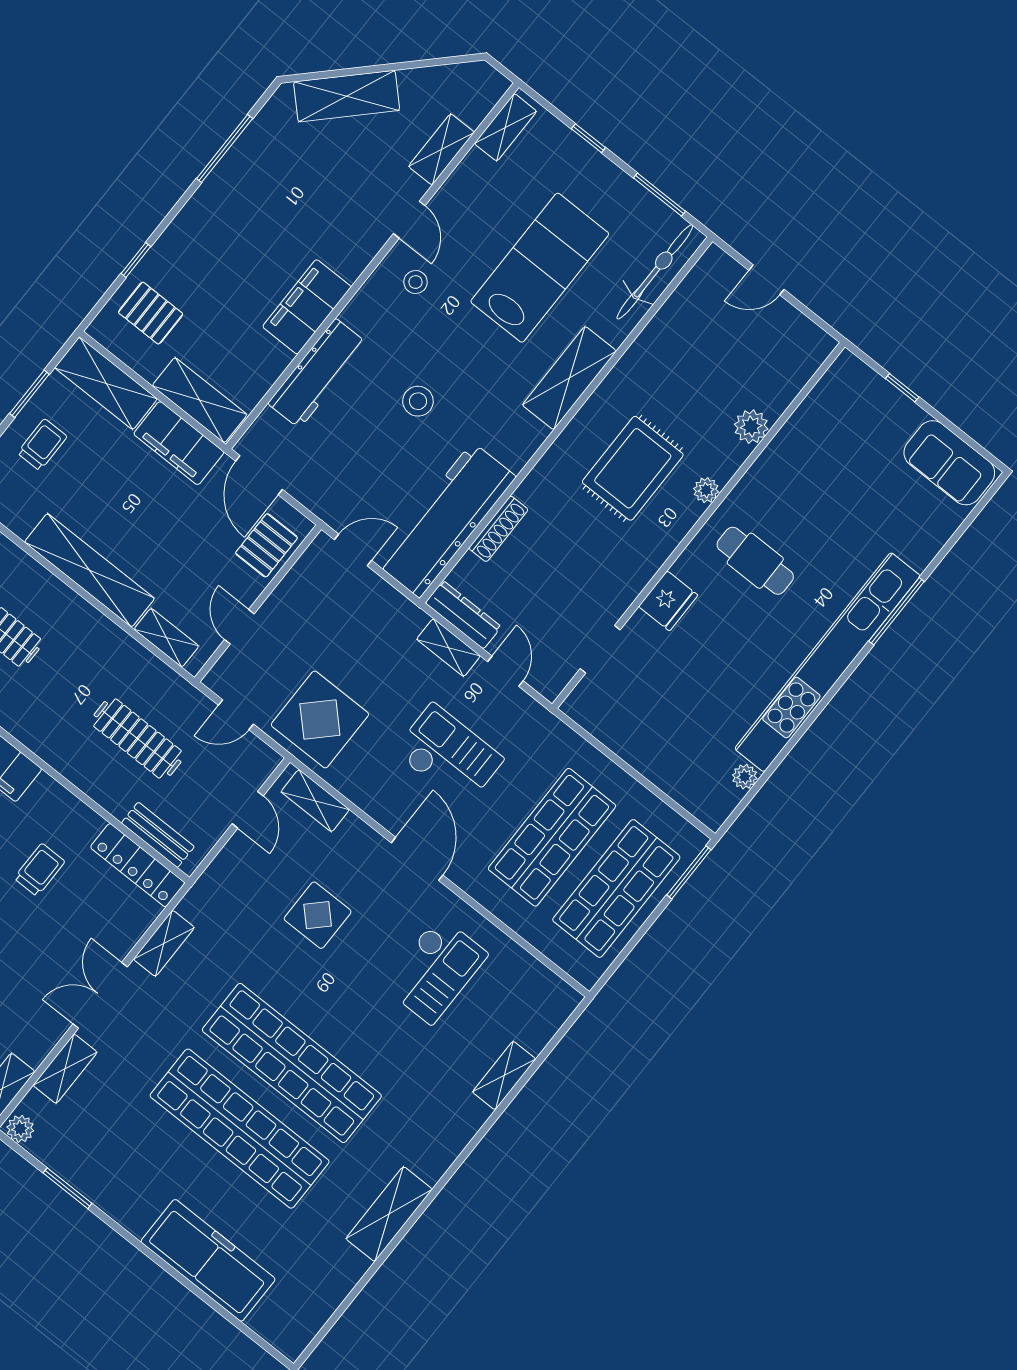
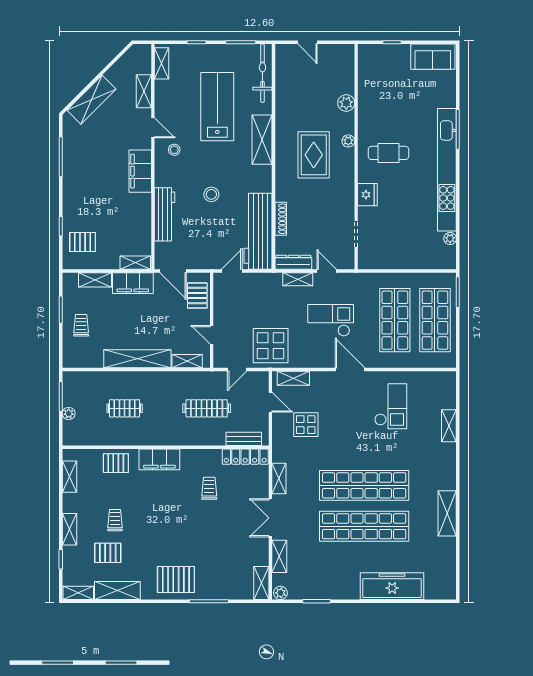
door: (766, 280) -> (308, 42), hinge flipped
filing cabinet: (307, 307) -> (140, 171), moved
shelving: (106, 383) -> (95, 280), width x0.67, depth x0.75
shelving: (200, 400) -> (135, 263), width x0.67, depth x0.75
display table: (318, 915) -> (306, 425), moved

